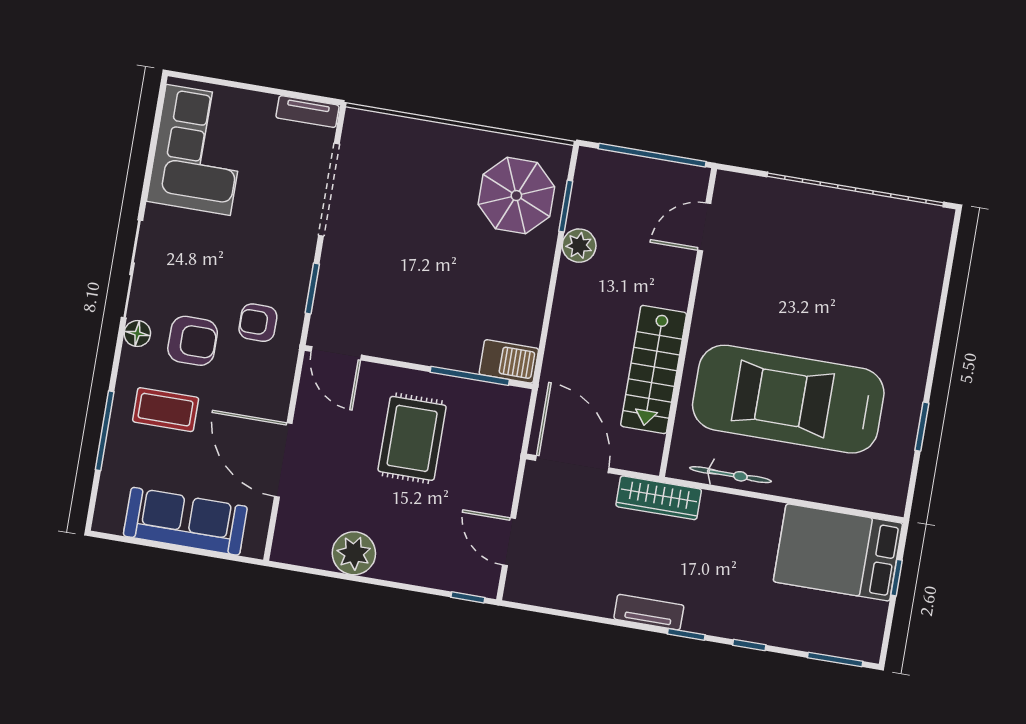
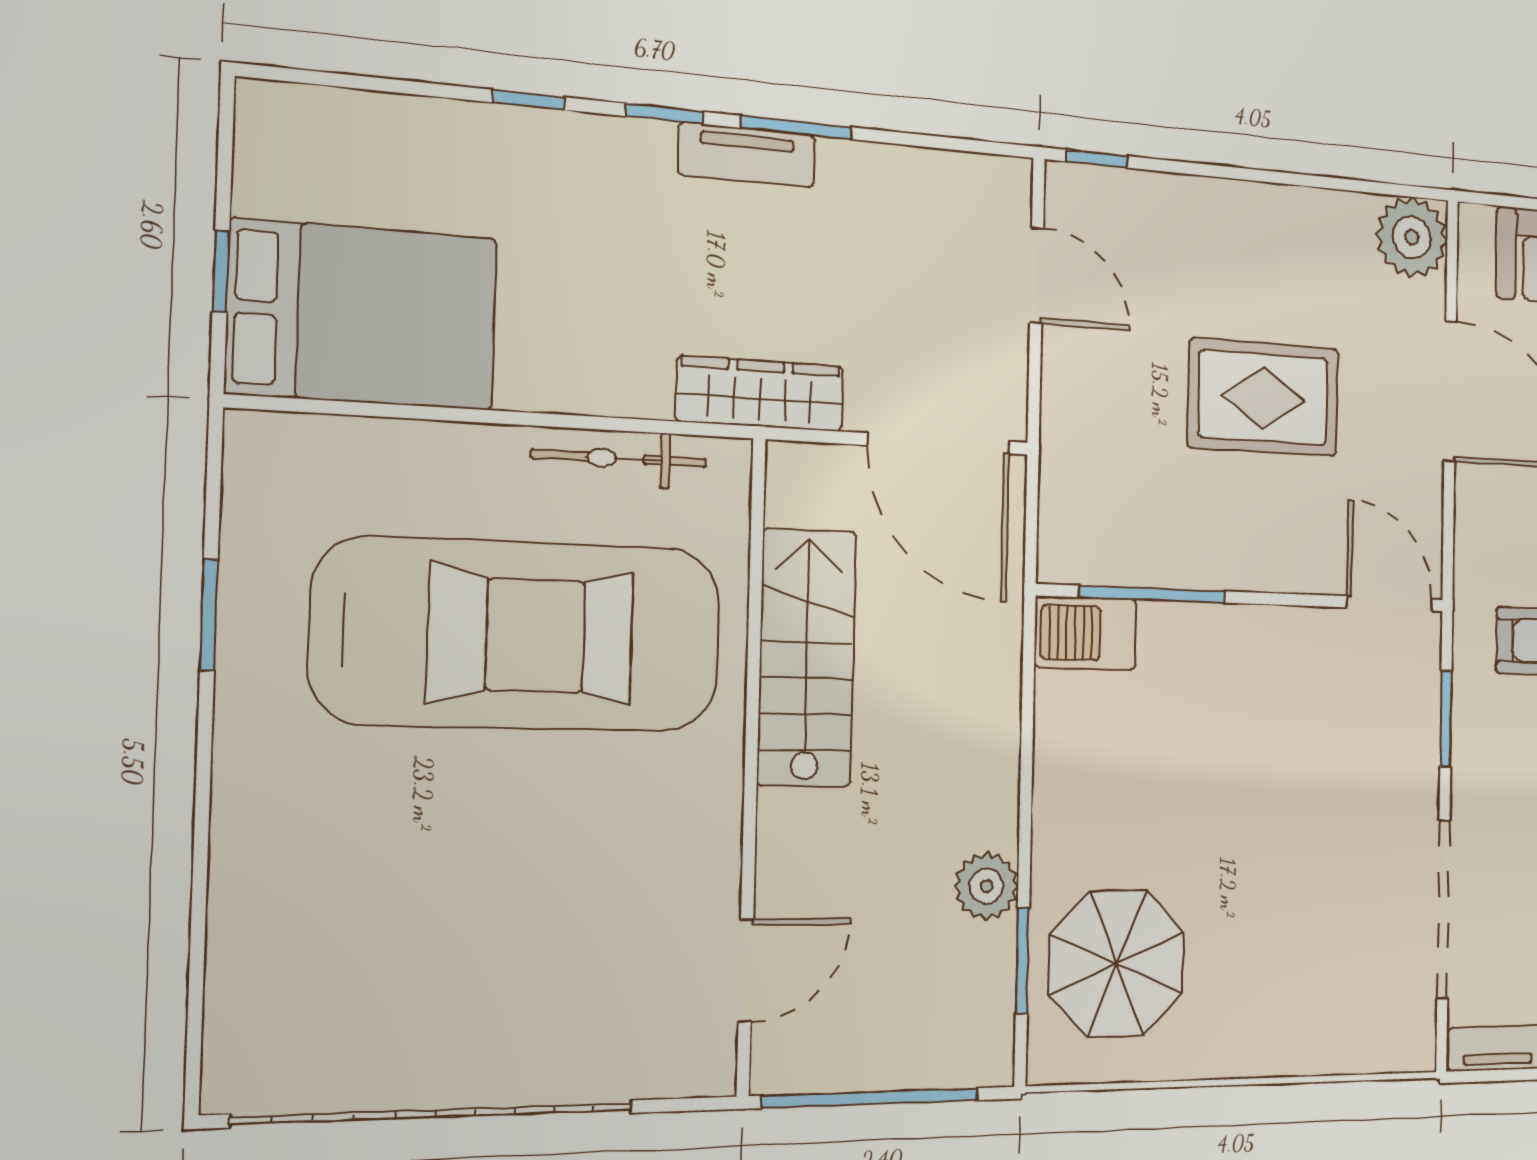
rug: (412, 438) -> (1263, 398), moved, turned 90
plant: (354, 553) -> (1412, 237), moved
window: (835, 660) -> (797, 128), moved

